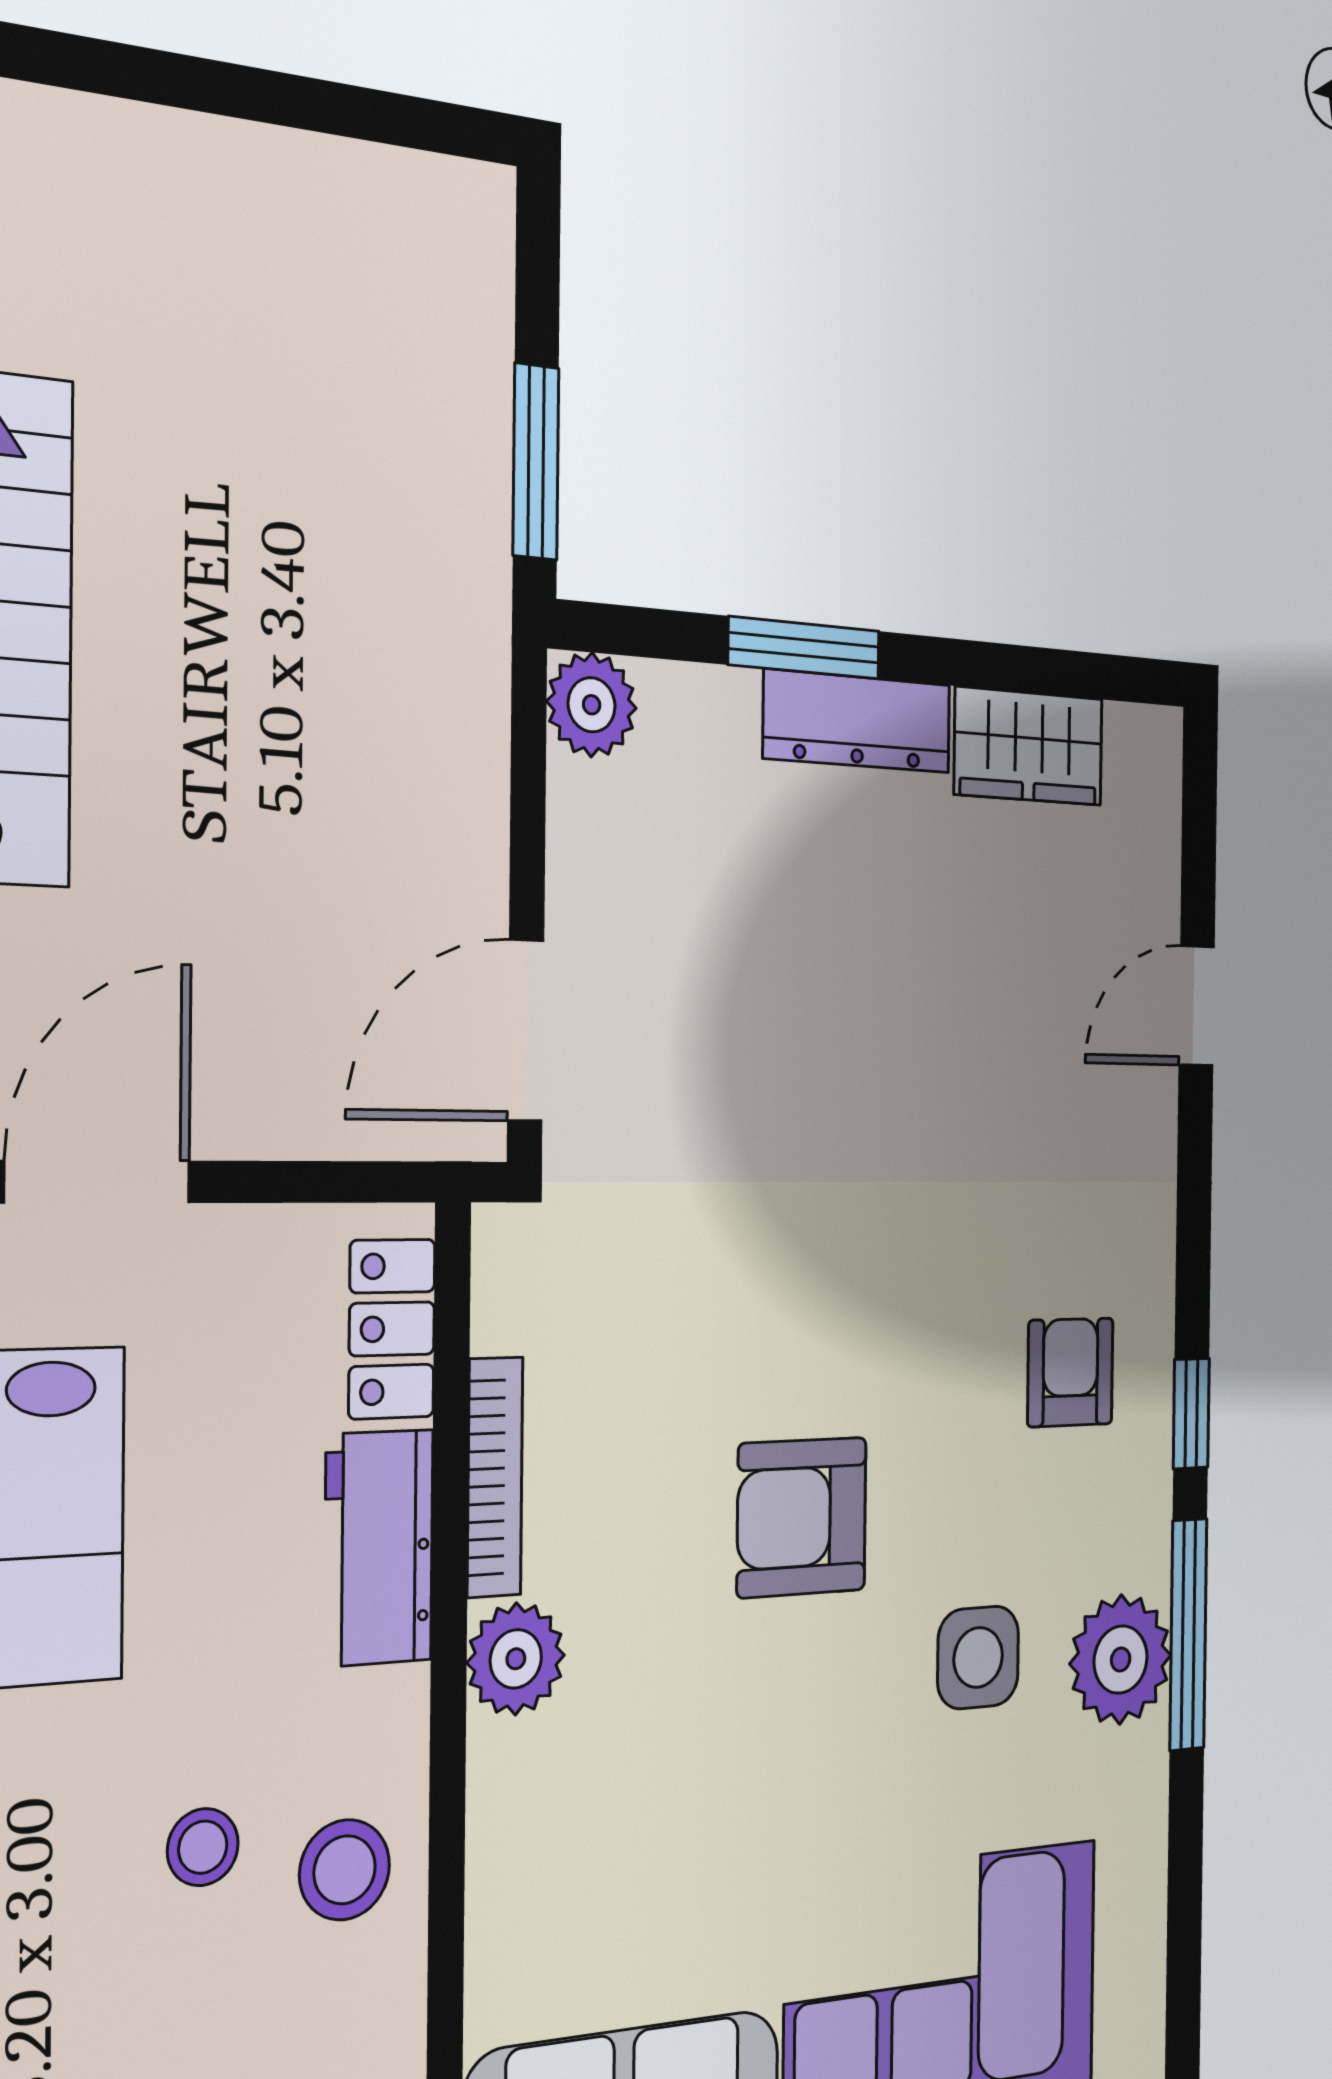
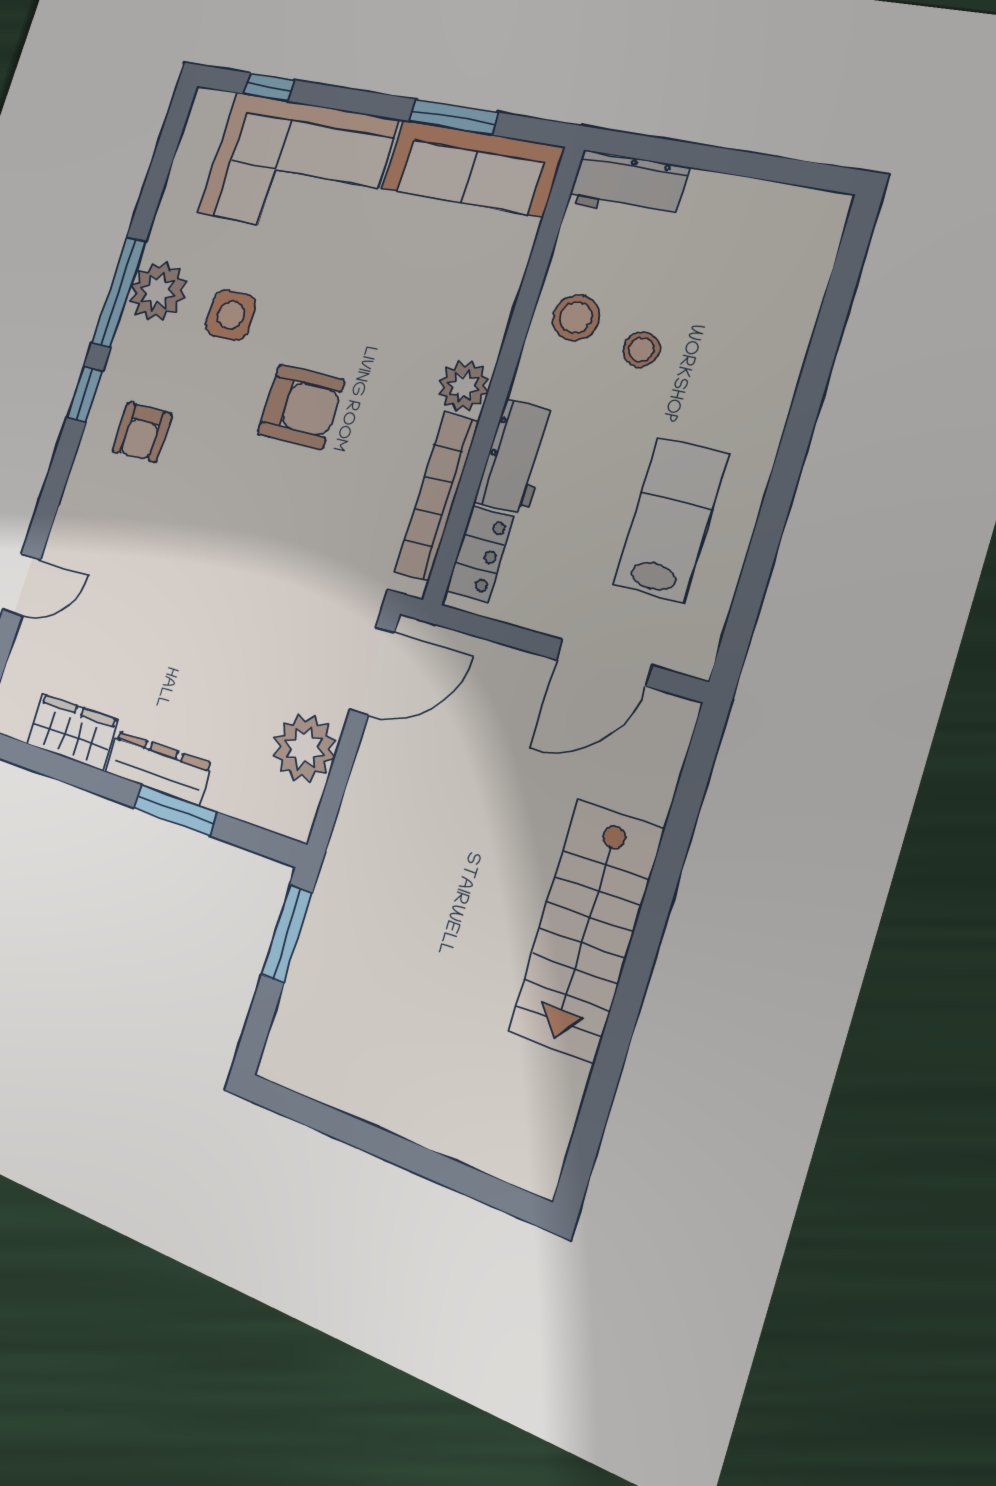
plant: (592, 705) -> (304, 748), moved, width x1.36, depth x1.36
bookcase: (495, 1477) -> (437, 496), width x1.48, depth x1.31

